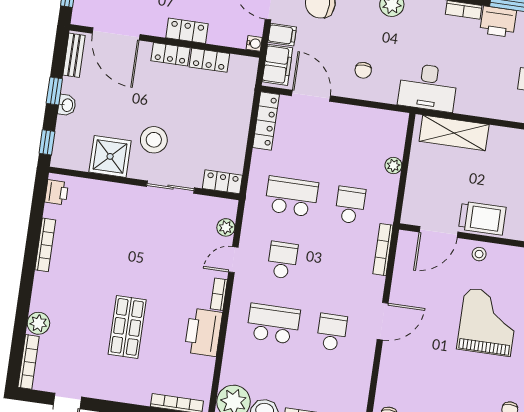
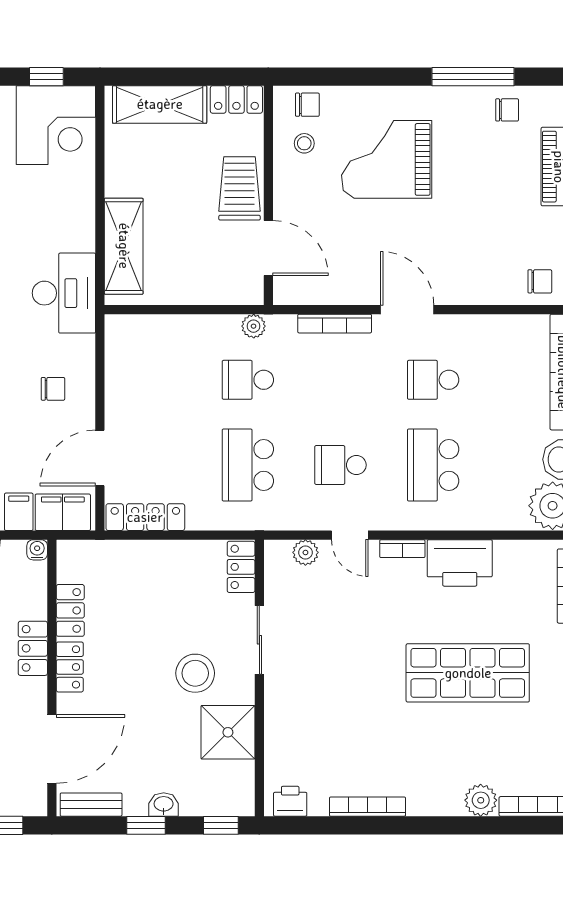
plant: (393, 165) -> (254, 326), moved
bookcase: (383, 250) -> (335, 324), moved
stool: (479, 254) -> (304, 143), moved
shop shelf: (127, 327) -> (468, 673), width x1.43, depth x1.36

